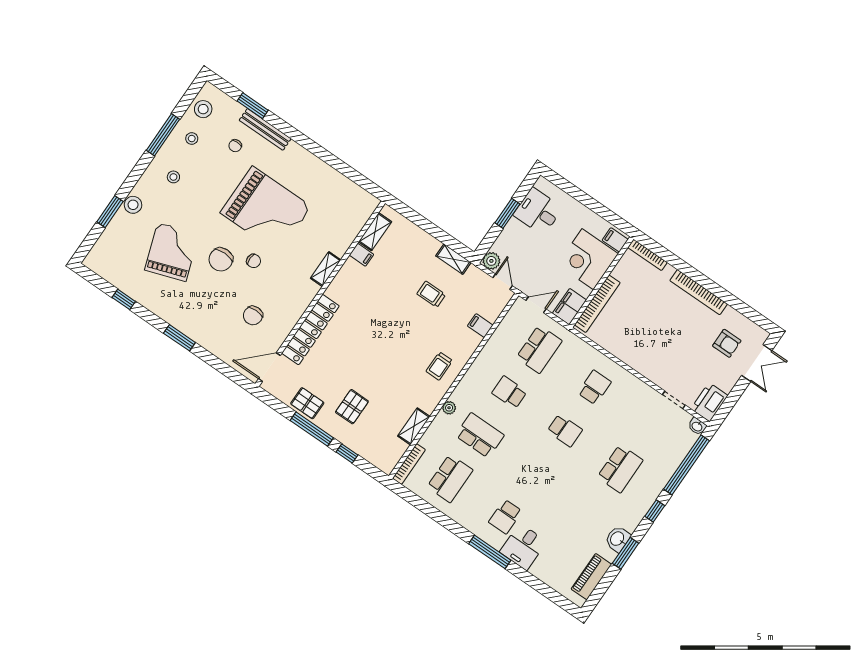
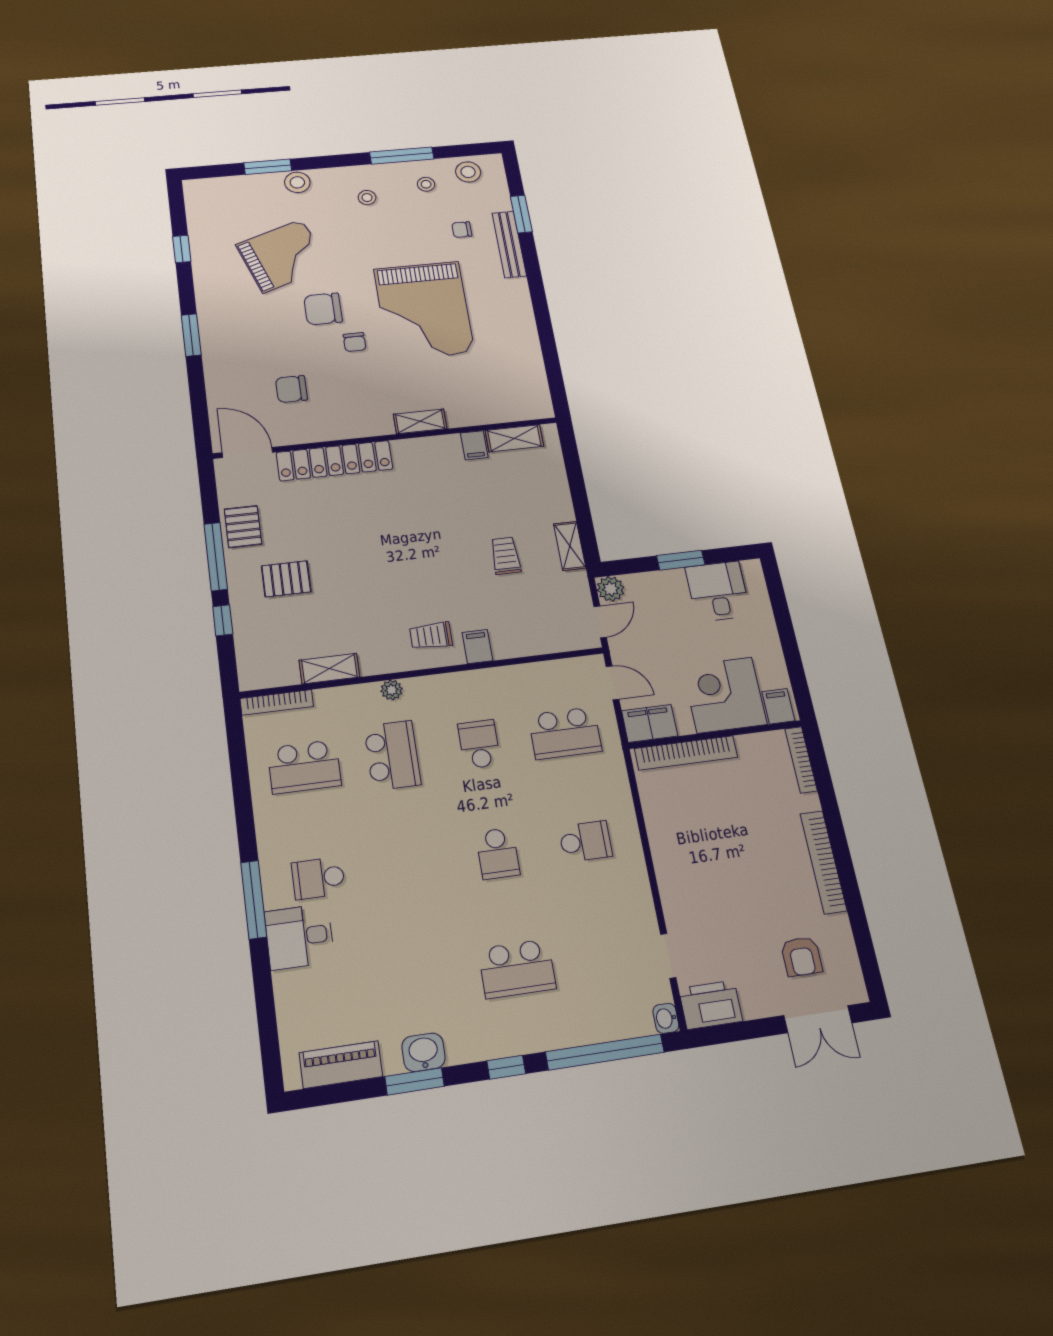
filing cabinet: (480, 326) -> (477, 647), moved

